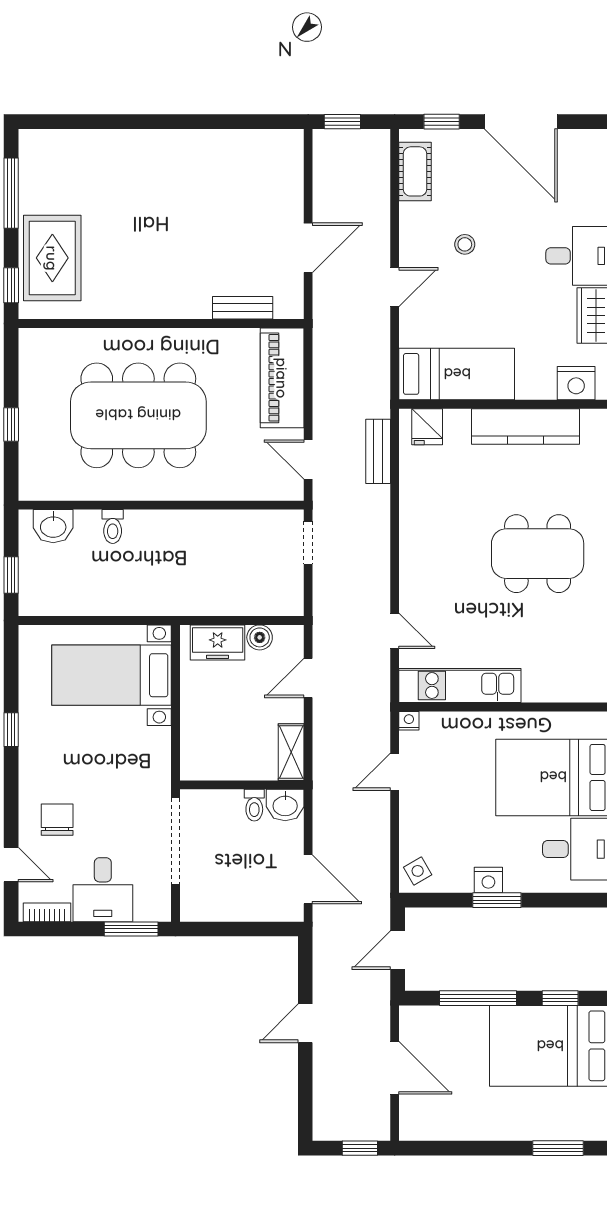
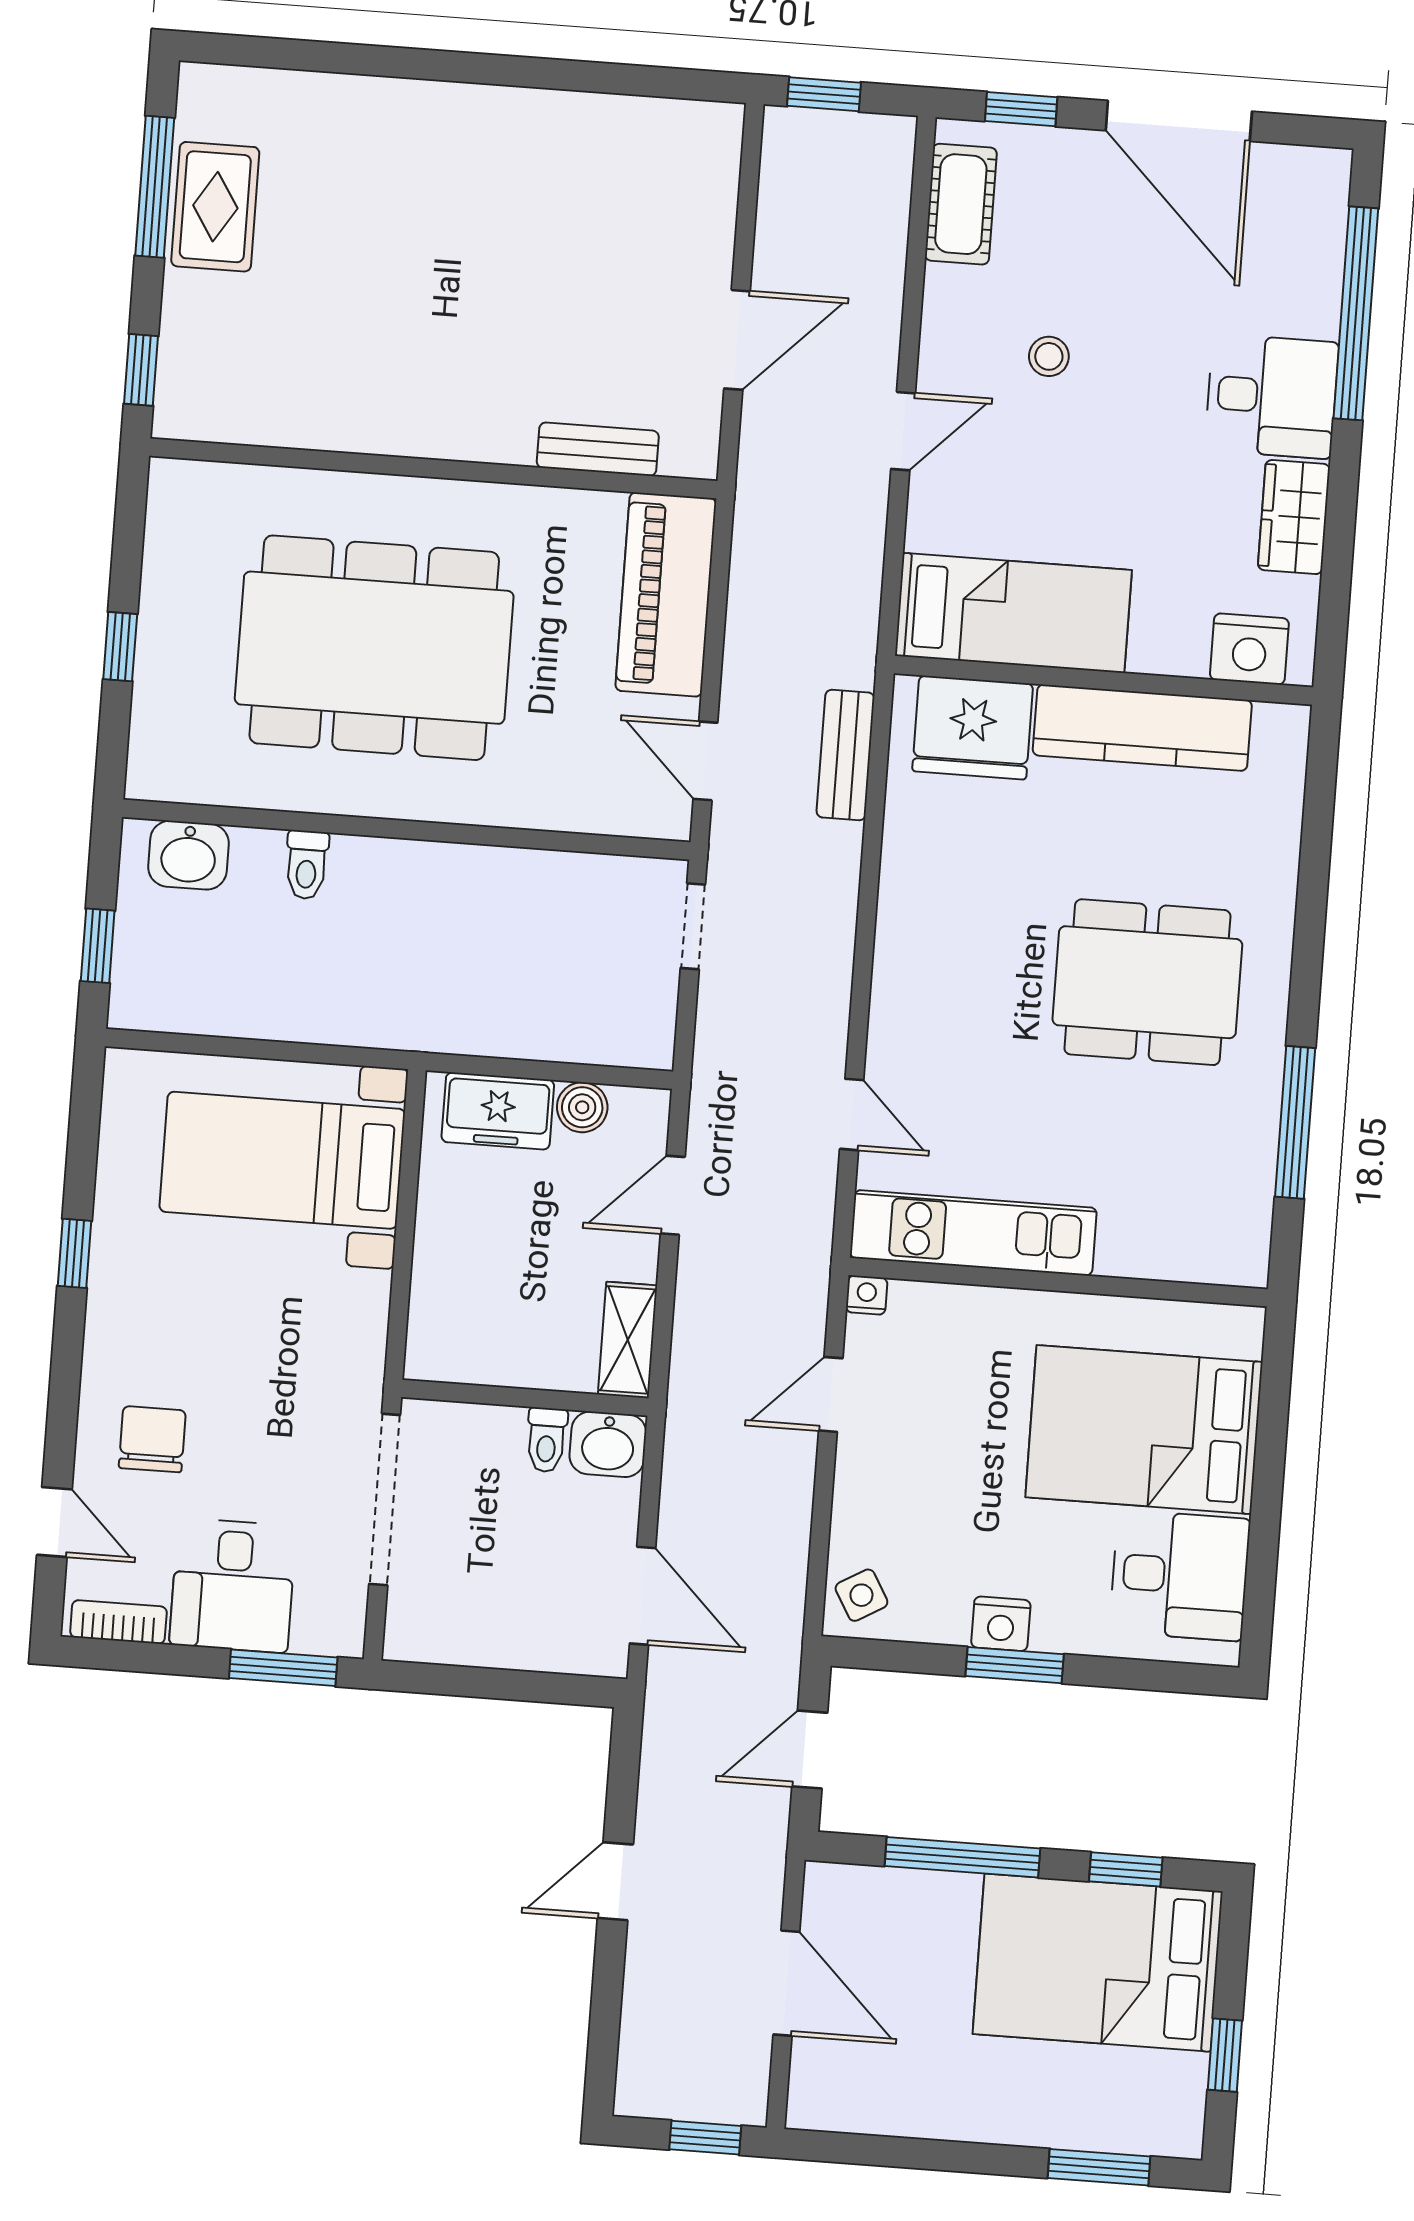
rug: (52, 258) -> (215, 207), moved, width x0.73, depth x0.70
fridge: (427, 427) -> (973, 728), width x1.88, depth x1.34

